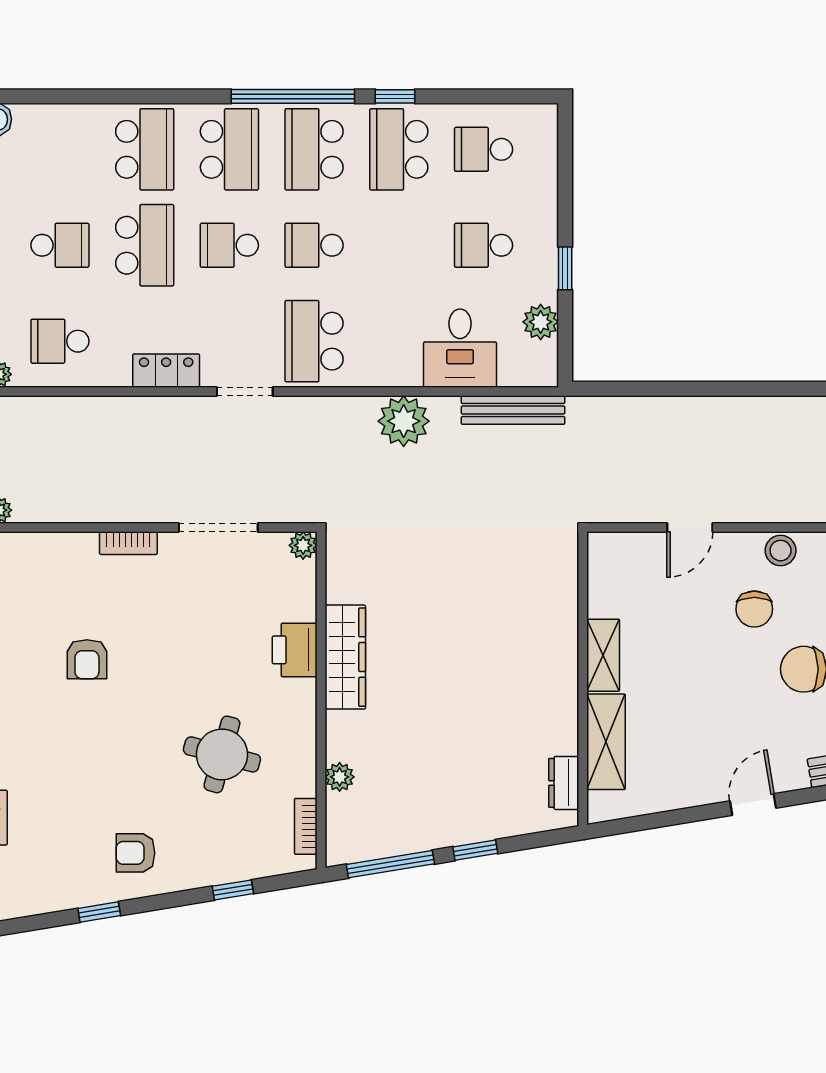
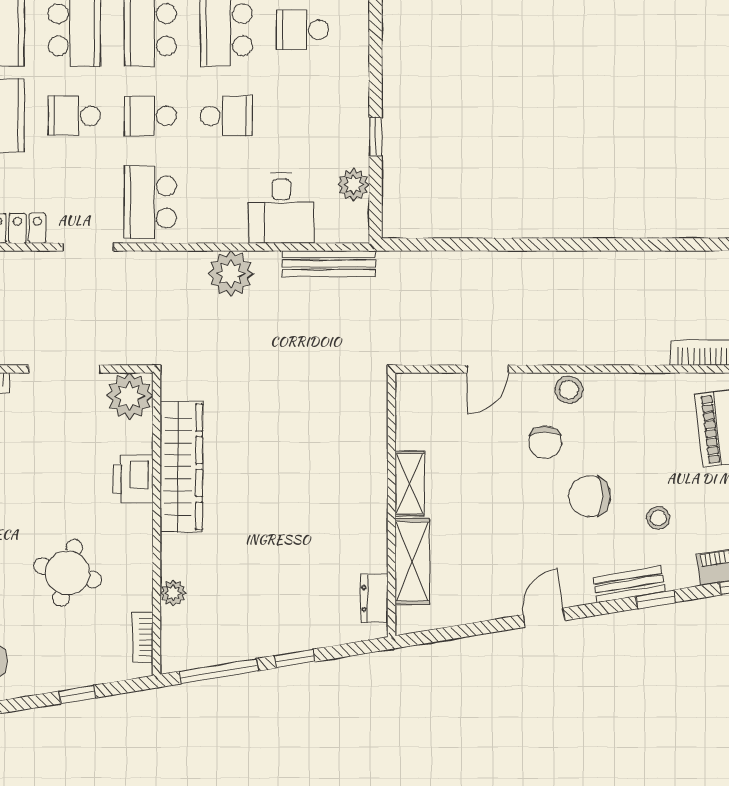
school desk: (484, 245) -> (226, 116), moved, turned 180
plant: (303, 545) -> (130, 396), width x1.88, depth x1.88
wardrobe: (345, 657) -> (181, 467), width x1.40, depth x1.17

